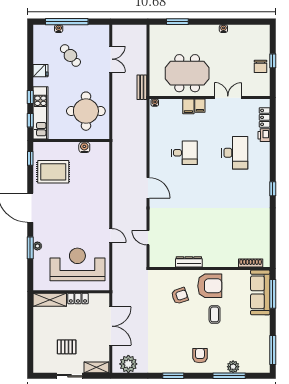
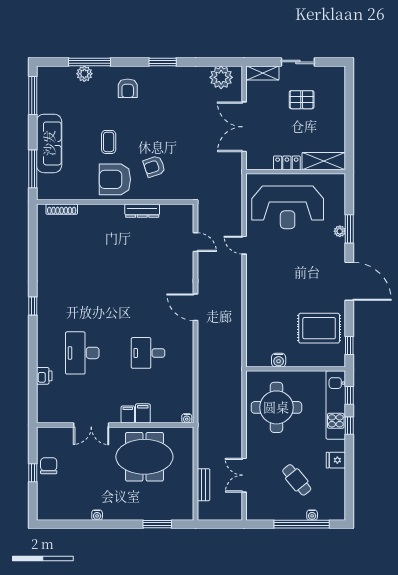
bench: (142, 87) -> (204, 485), moved
locker: (265, 117) -> (43, 399), removed
sofa: (260, 292) -> (49, 143), moved

